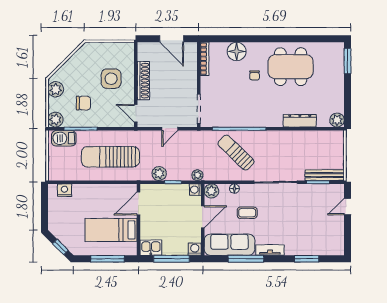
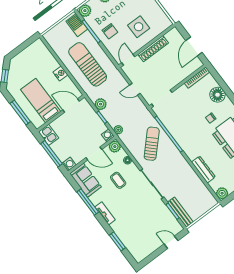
chair: (83, 103) -> (110, 31), moved
nightstand: (64, 190) -> (60, 73), moved
sofa: (230, 245) -> (86, 180), width x0.73

